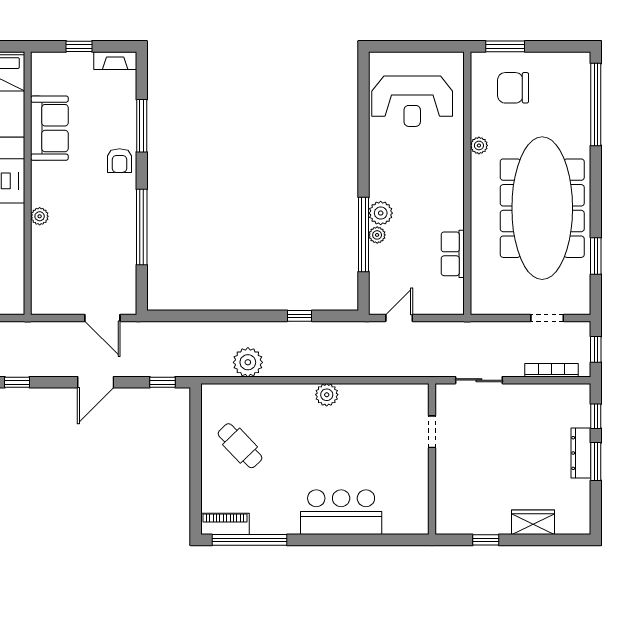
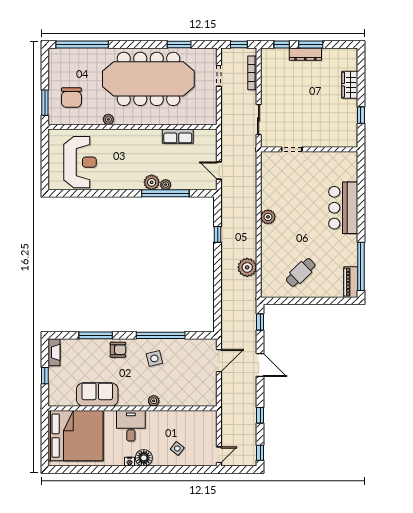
side table: (106, 217) -> (154, 358), added

